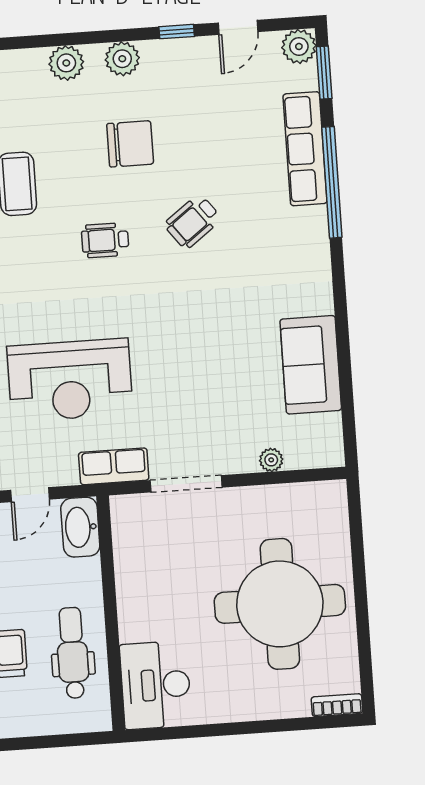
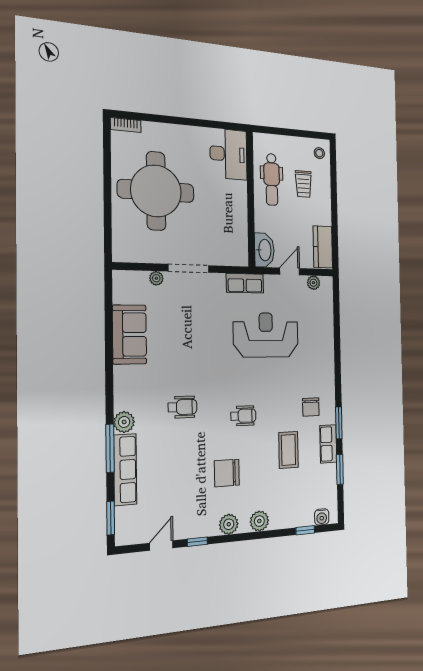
plant: (299, 46) -> (124, 422), moved
window: (332, 182) -> (110, 448), width x0.68
wheelchair: (193, 222) -> (182, 407), moved, turned 37
doorway: (186, 484) -> (189, 268), moved

